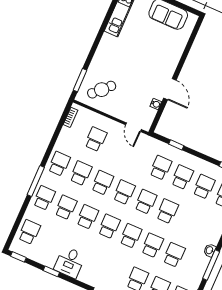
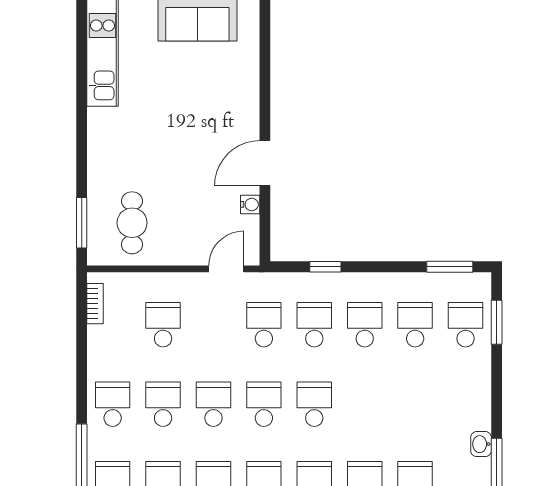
door: (170, 89) -> (265, 163), swing flipped
cafe table: (102, 90) -> (132, 223), turned -45
door: (133, 127) -> (226, 269), swing flipped
school desk: (167, 211) -> (264, 325), moved

